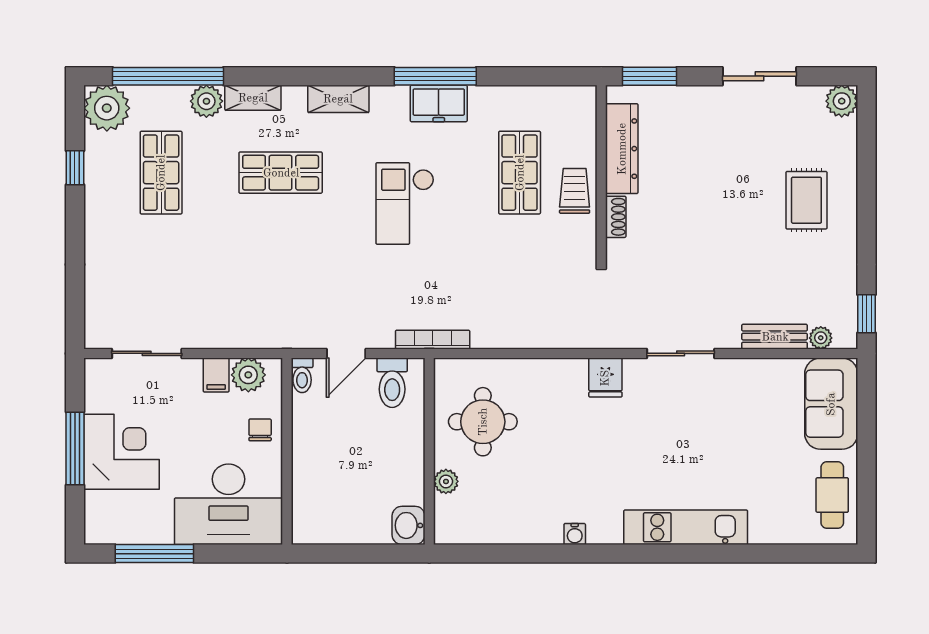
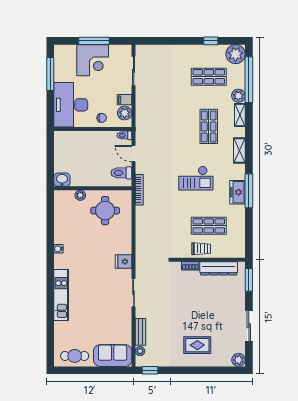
checkout: (405, 203) -> (196, 178), turned 180

